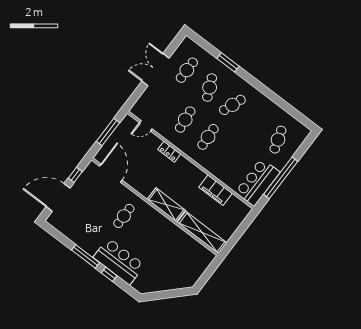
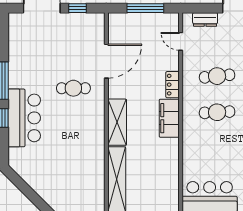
dresser: (144, 100) -> (205, 19), added
door: (111, 173) -> (106, 61), moved
filing cabinet: (215, 190) -> (169, 118), moved

